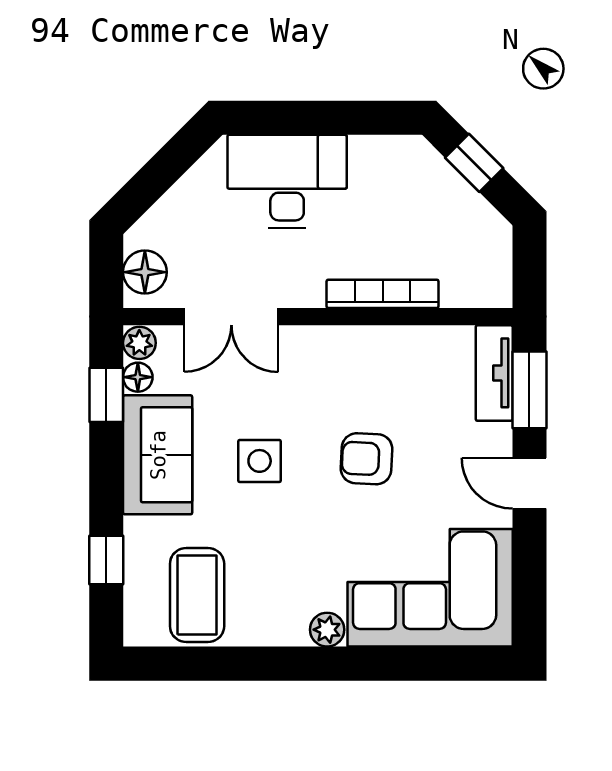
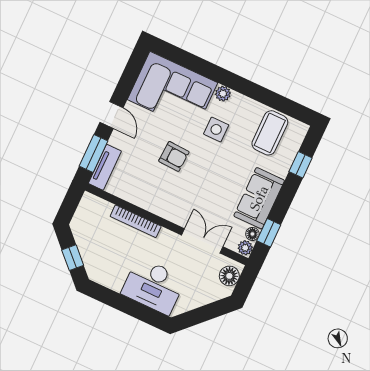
side table: (260, 461) -> (216, 129), moved

